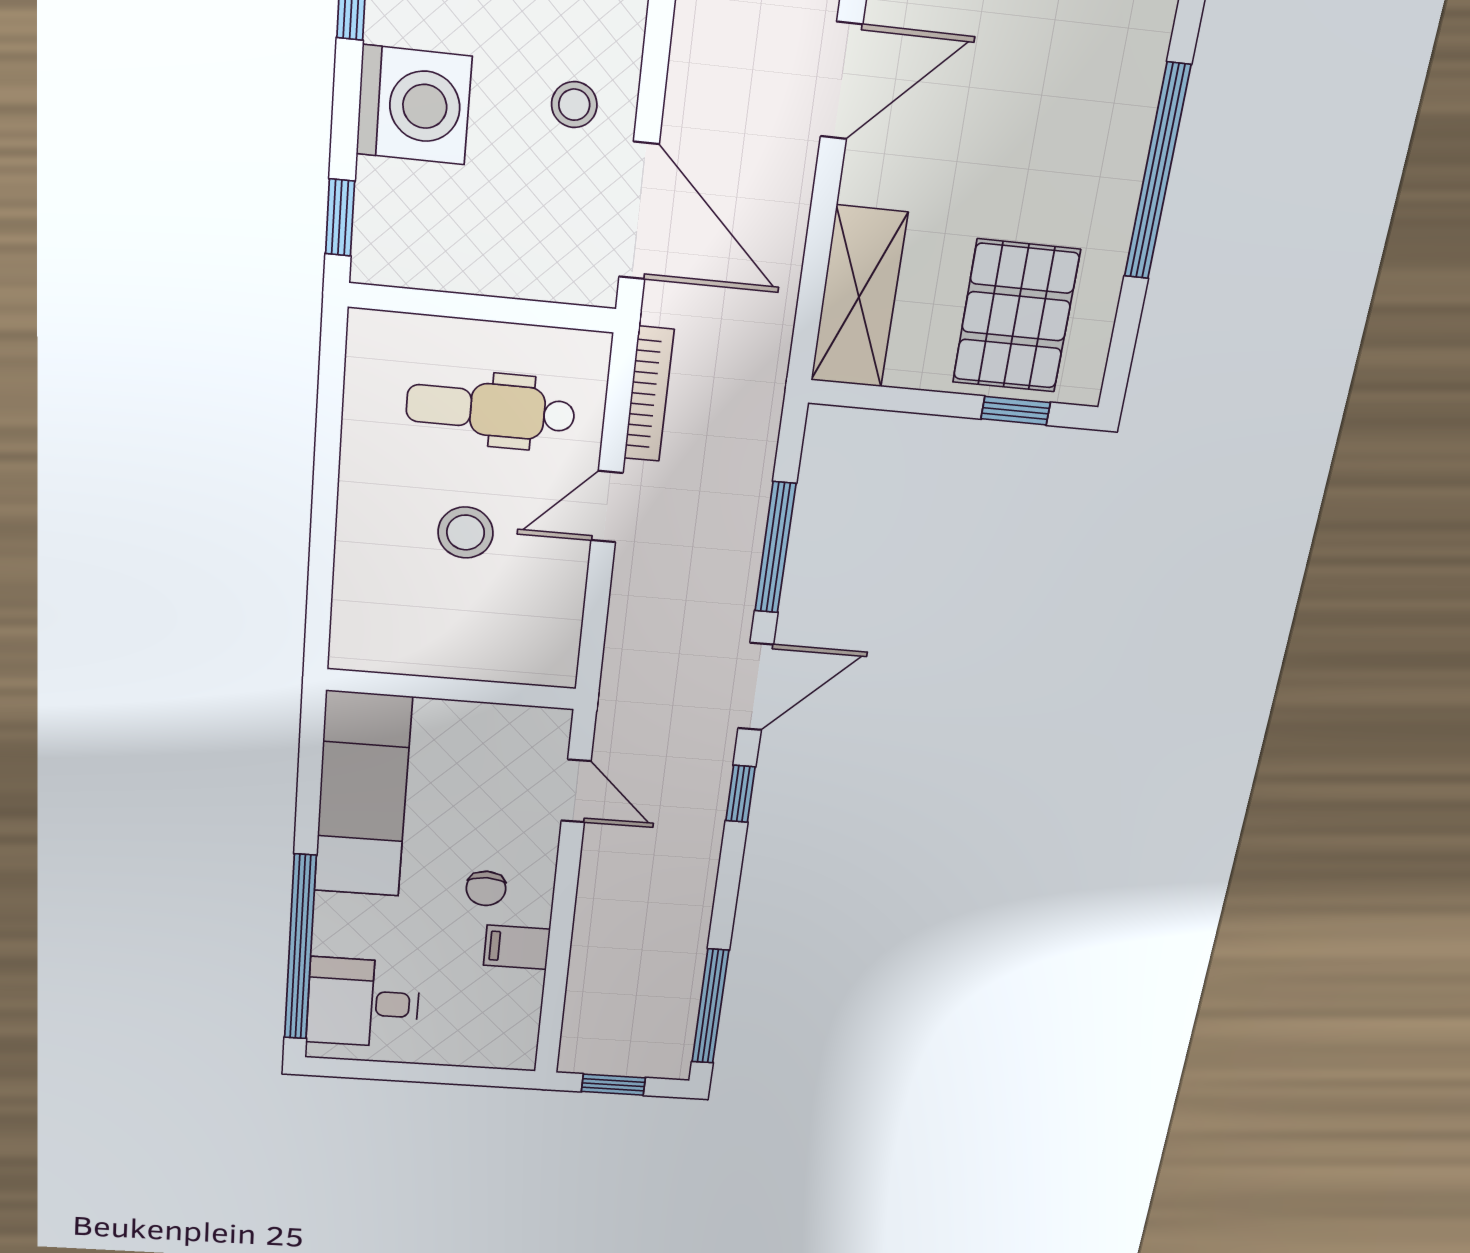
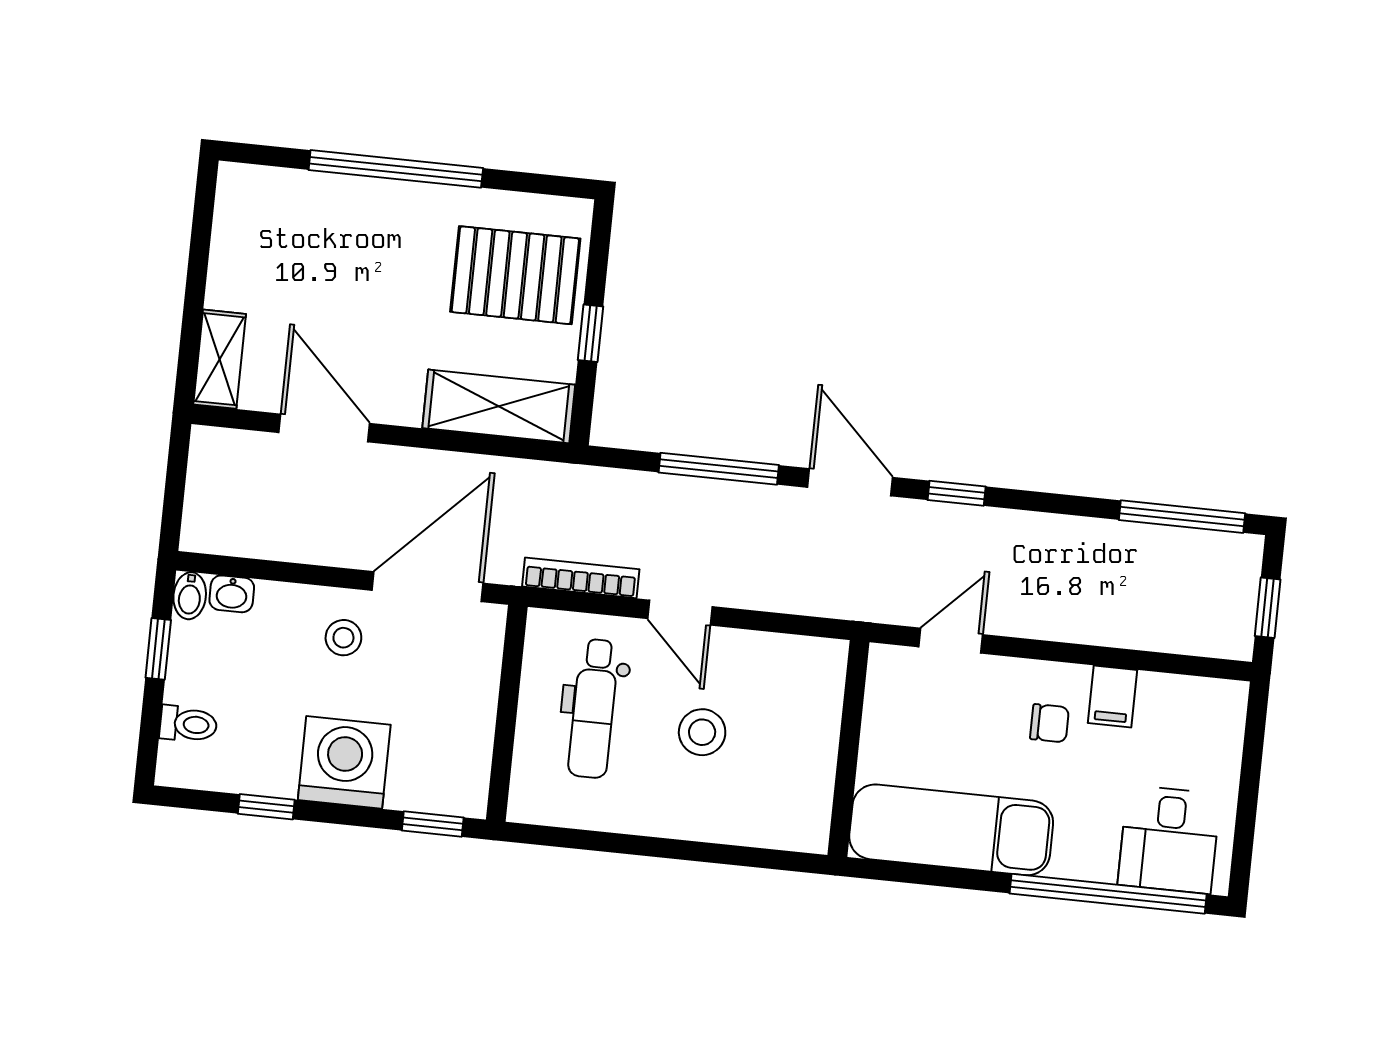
window: (1016, 411) -> (590, 333), moved

